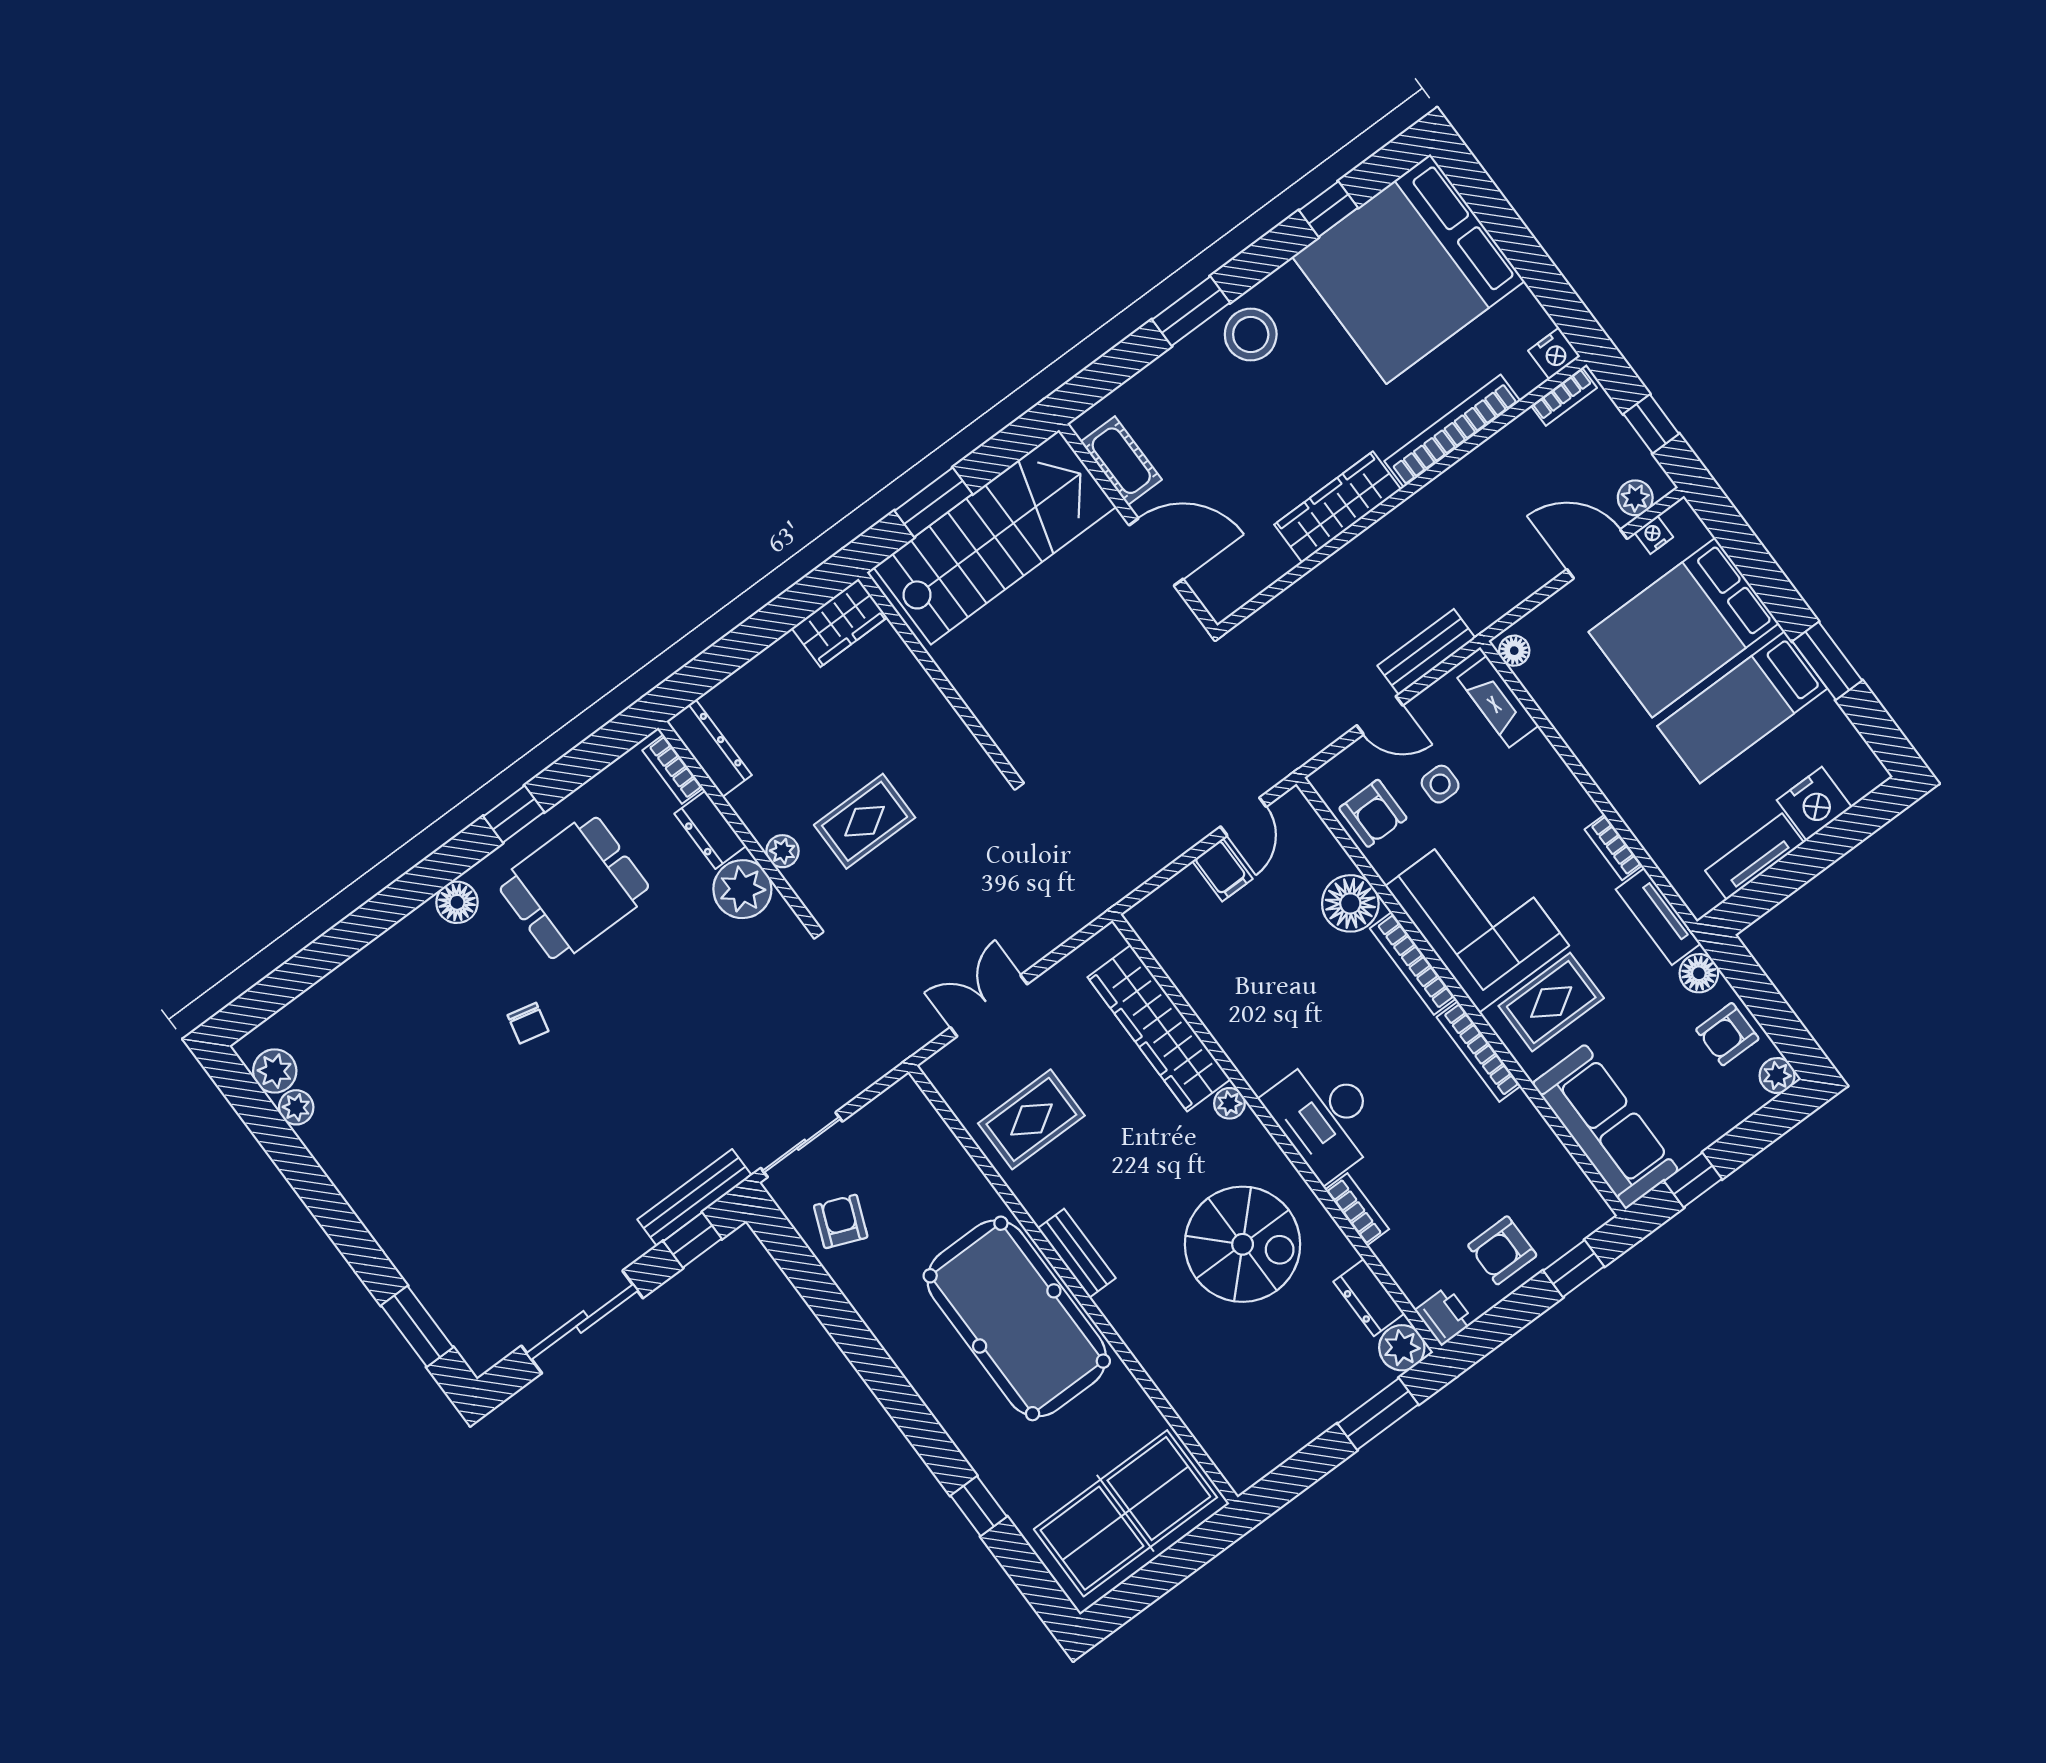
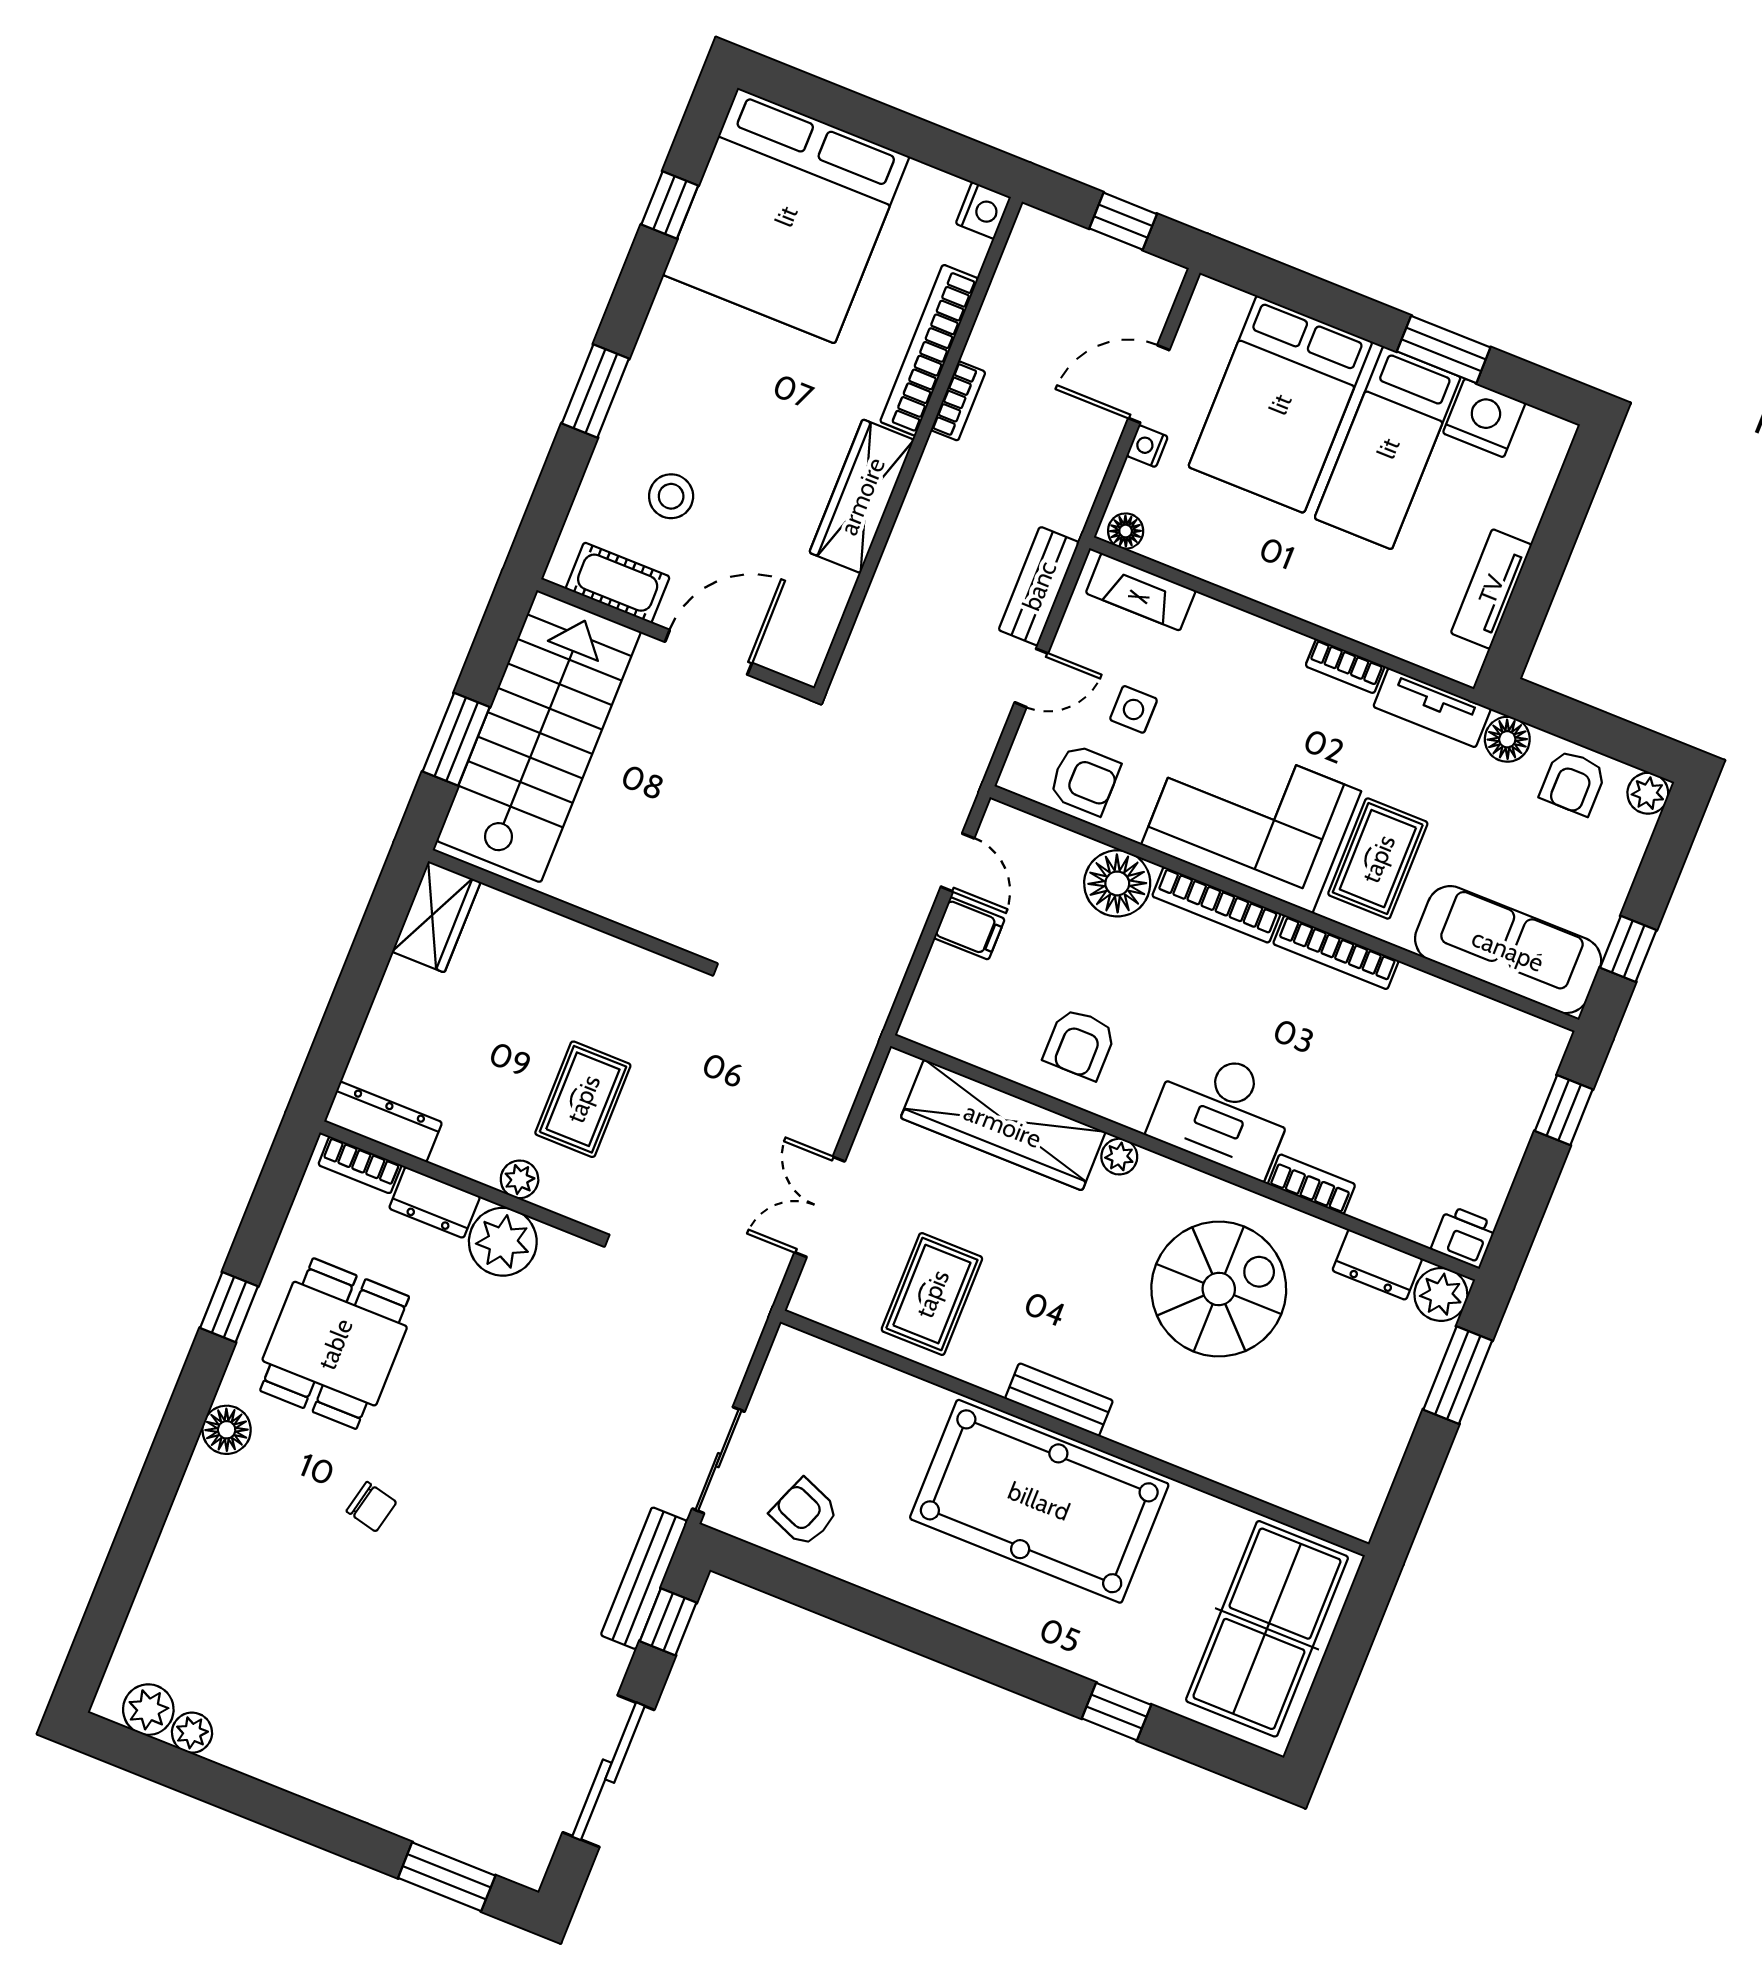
stool: (1251, 334) -> (671, 496), moved, width x0.73, depth x0.73
bookcase: (1564, 397) -> (958, 401), moved
plant: (1635, 498) -> (1152, 305), removed
nightstand: (1654, 535) -> (1147, 446), moved
nightstand: (1814, 804) -> (1484, 418), moved, turned -90
armchair: (1502, 1250) -> (1080, 1044), moved

